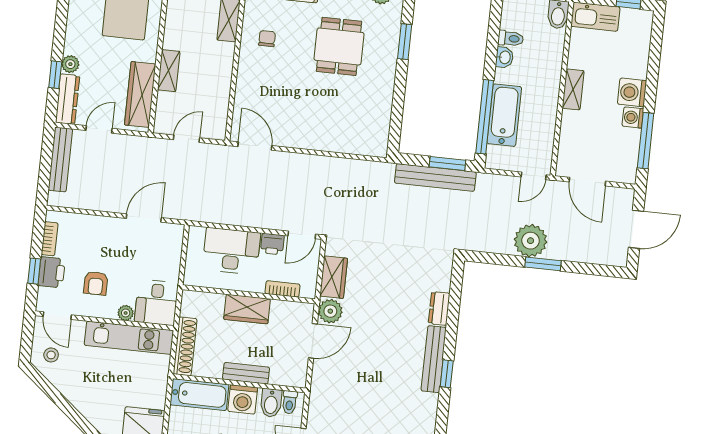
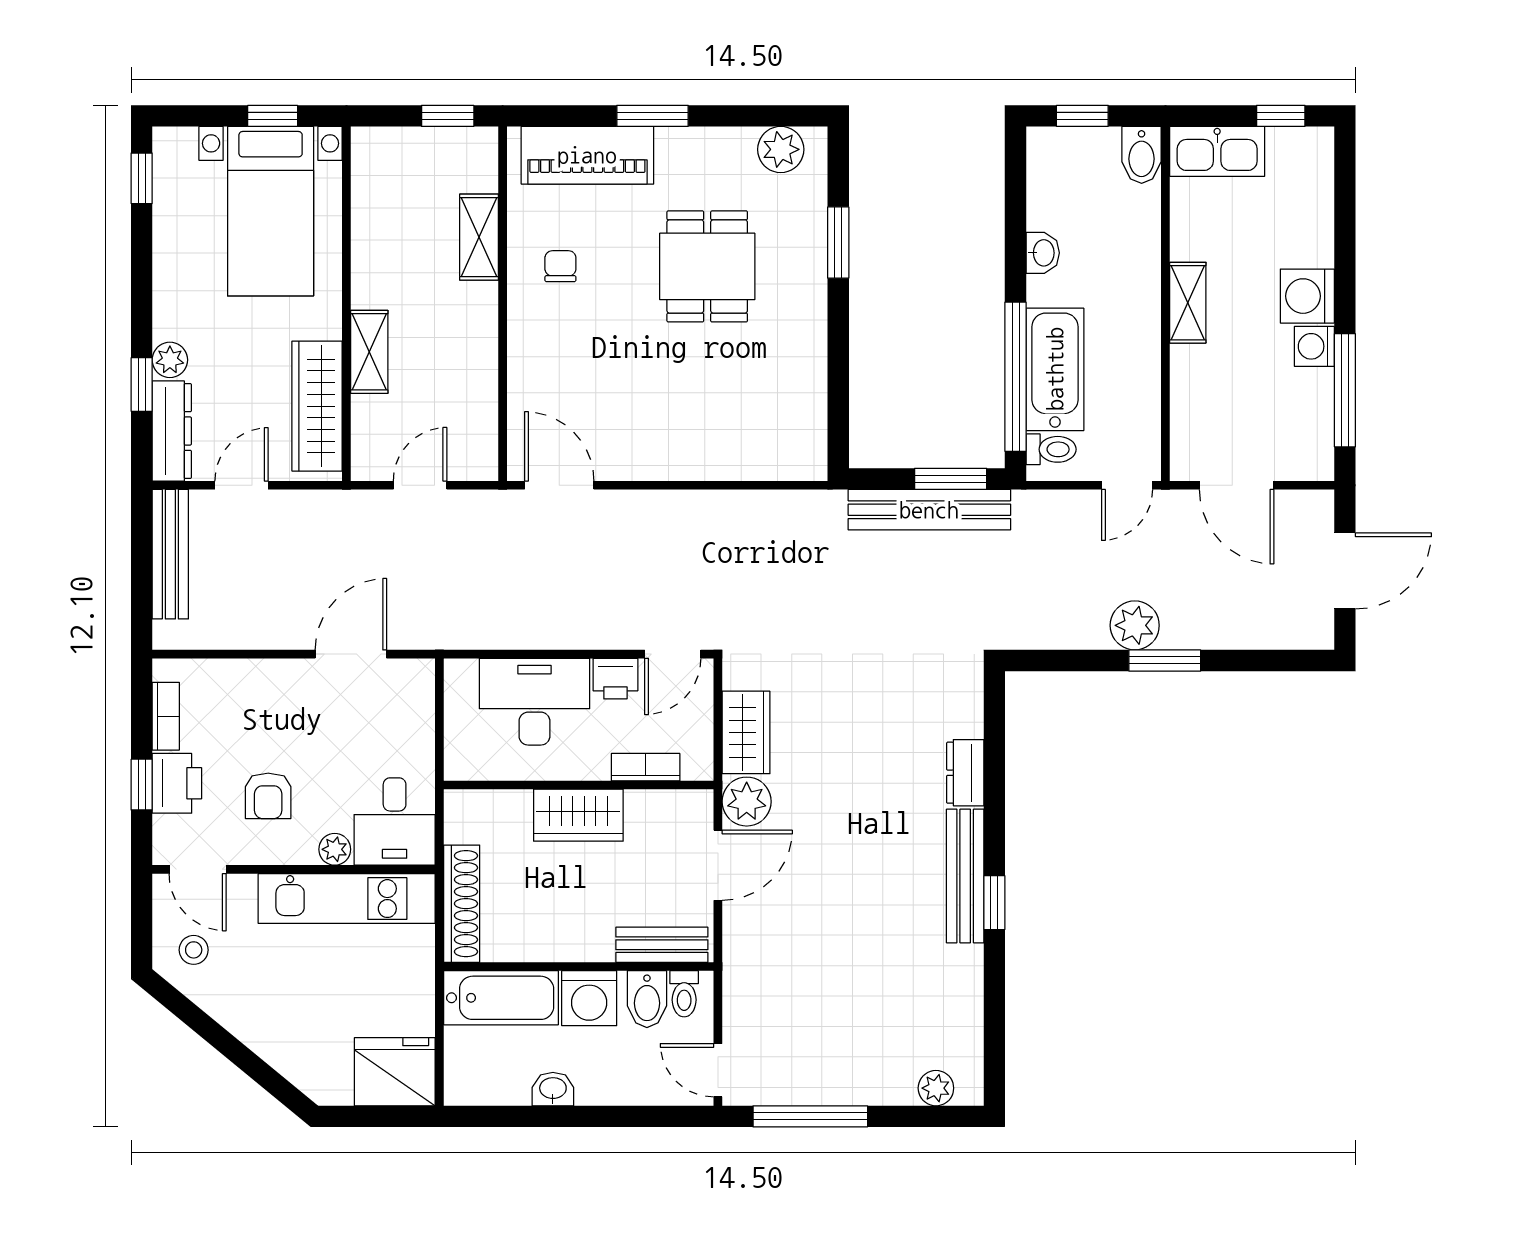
toilet: (511, 38) -> (1051, 449), moved
plant: (531, 241) -> (1135, 625), width x0.73, depth x0.73
bench: (246, 373) -> (662, 945), moved

